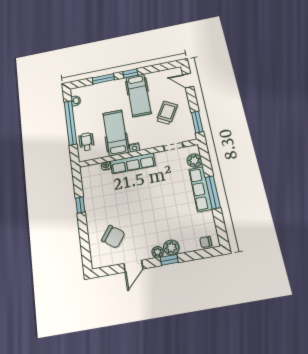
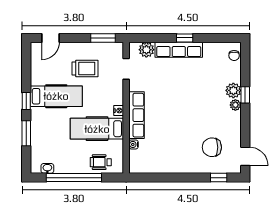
trolley: (167, 113) -> (85, 69), turned 150
window: (213, 192) -> (185, 38), width x0.46
window: (80, 205) -> (219, 178), moved
chair: (113, 237) -> (212, 147), turned -127
door: (133, 266) -> (245, 156), moved

